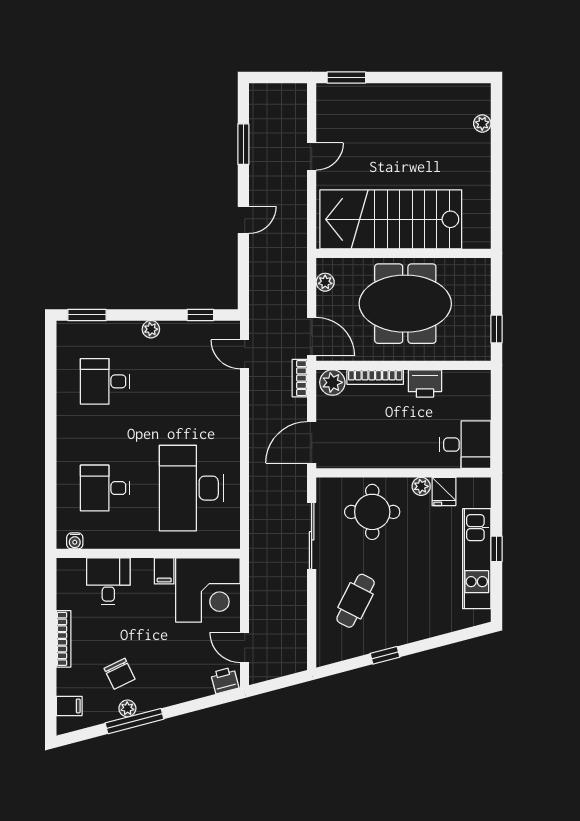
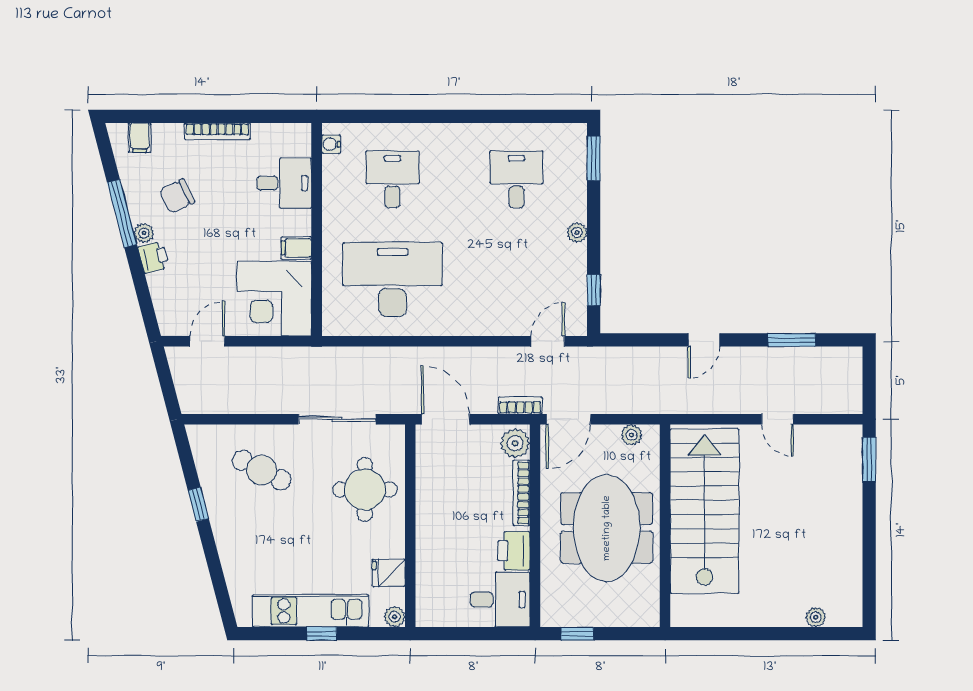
door: (243, 220) -> (704, 340), hinge flipped
desk: (465, 445) -> (500, 600), moved, turned -90
plant: (421, 486) -> (395, 617), moved
printer: (225, 680) -> (153, 257), moved
plant: (127, 708) -> (144, 233), moved

